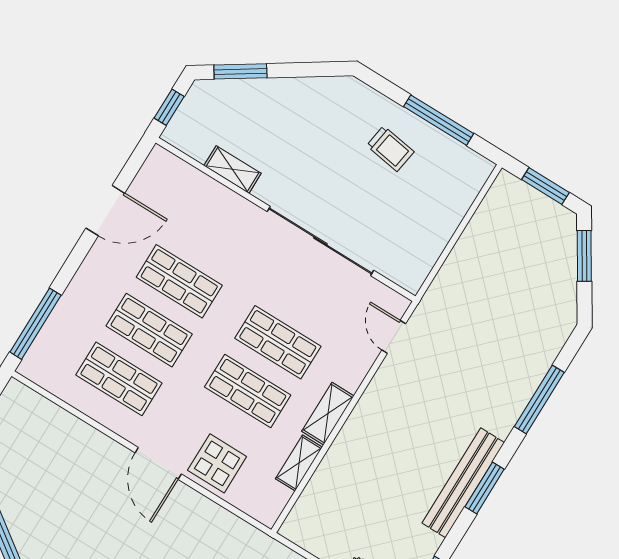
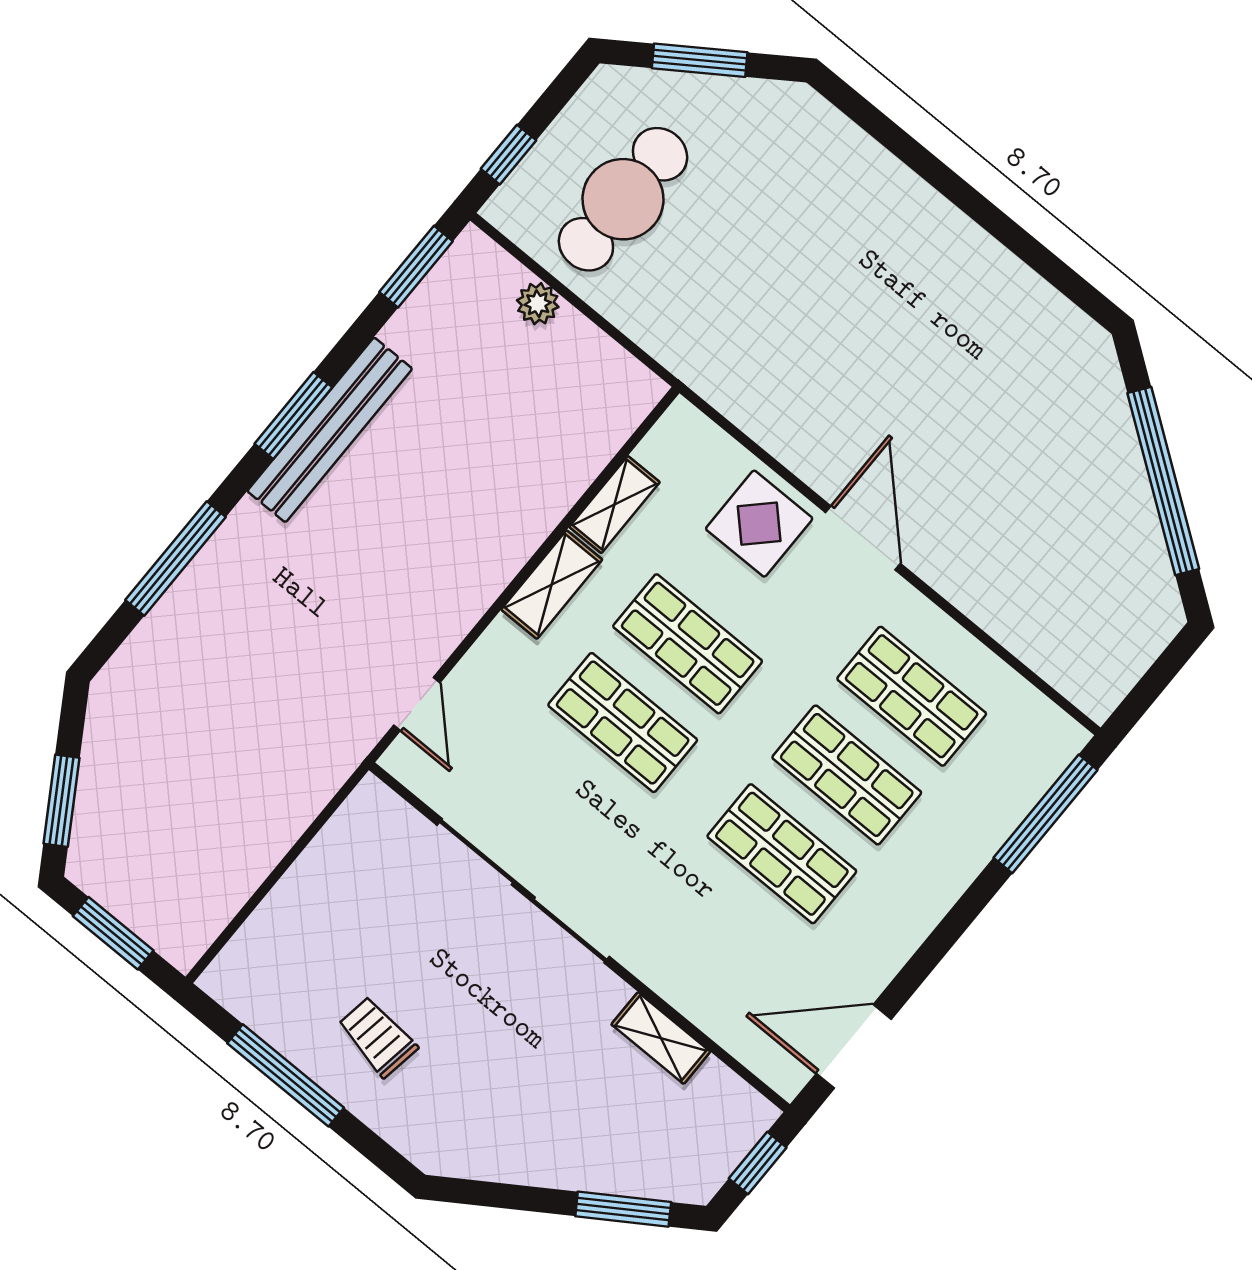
door: (105, 211) -> (854, 1046), moved

